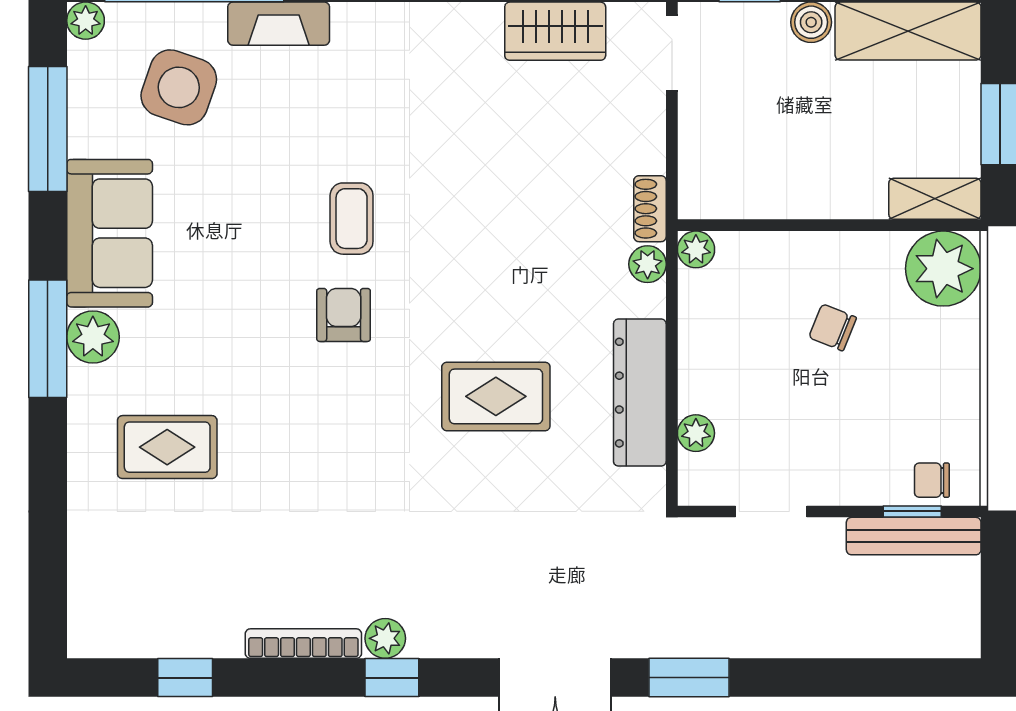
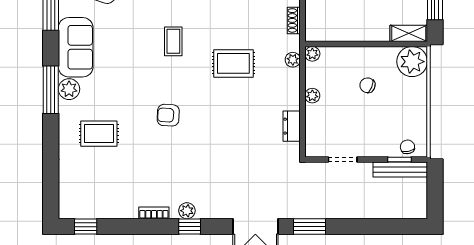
shoe rack: (650, 209) -> (294, 20), moved
armchair: (344, 315) -> (168, 115), moved, turned -87
dresser: (640, 393) -> (292, 126), width x0.51, depth x0.80
rug: (496, 396) -> (233, 63), moved
plant: (696, 433) -> (312, 96), moved
chair: (932, 480) -> (407, 147), turned 79
bookcase: (303, 644) -> (154, 213), width x0.64
window: (185, 678) -> (86, 227), moved

